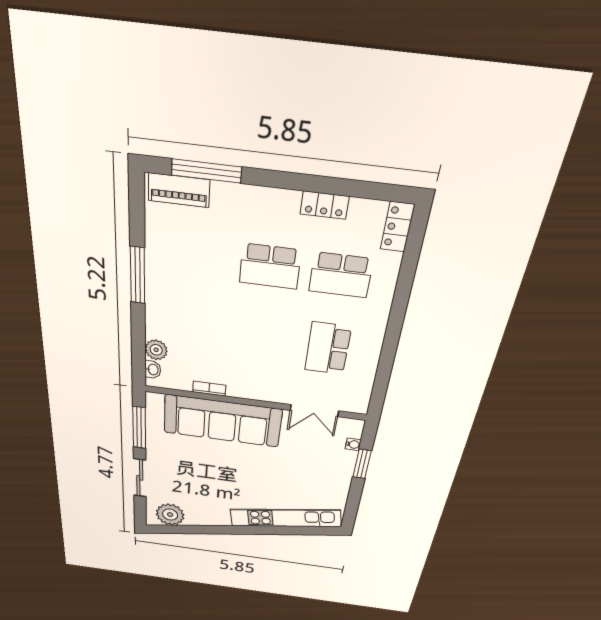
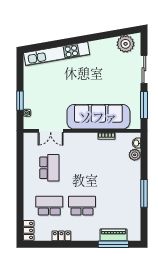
piano: (179, 190) -> (113, 235), moved
double door: (314, 411) -> (51, 131), swing flipped

